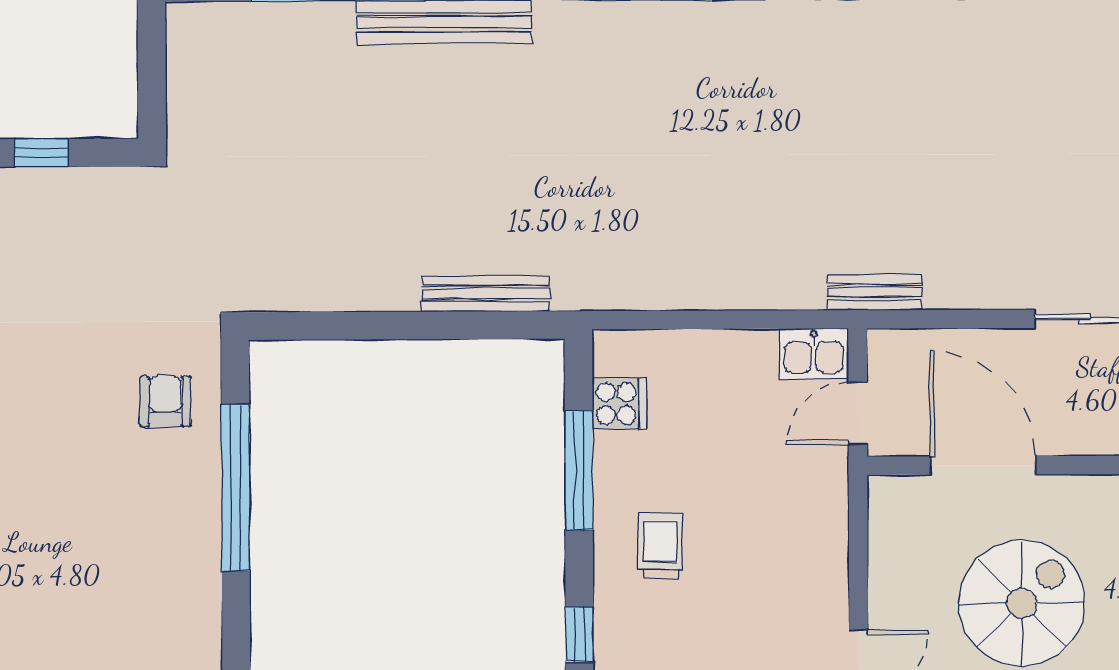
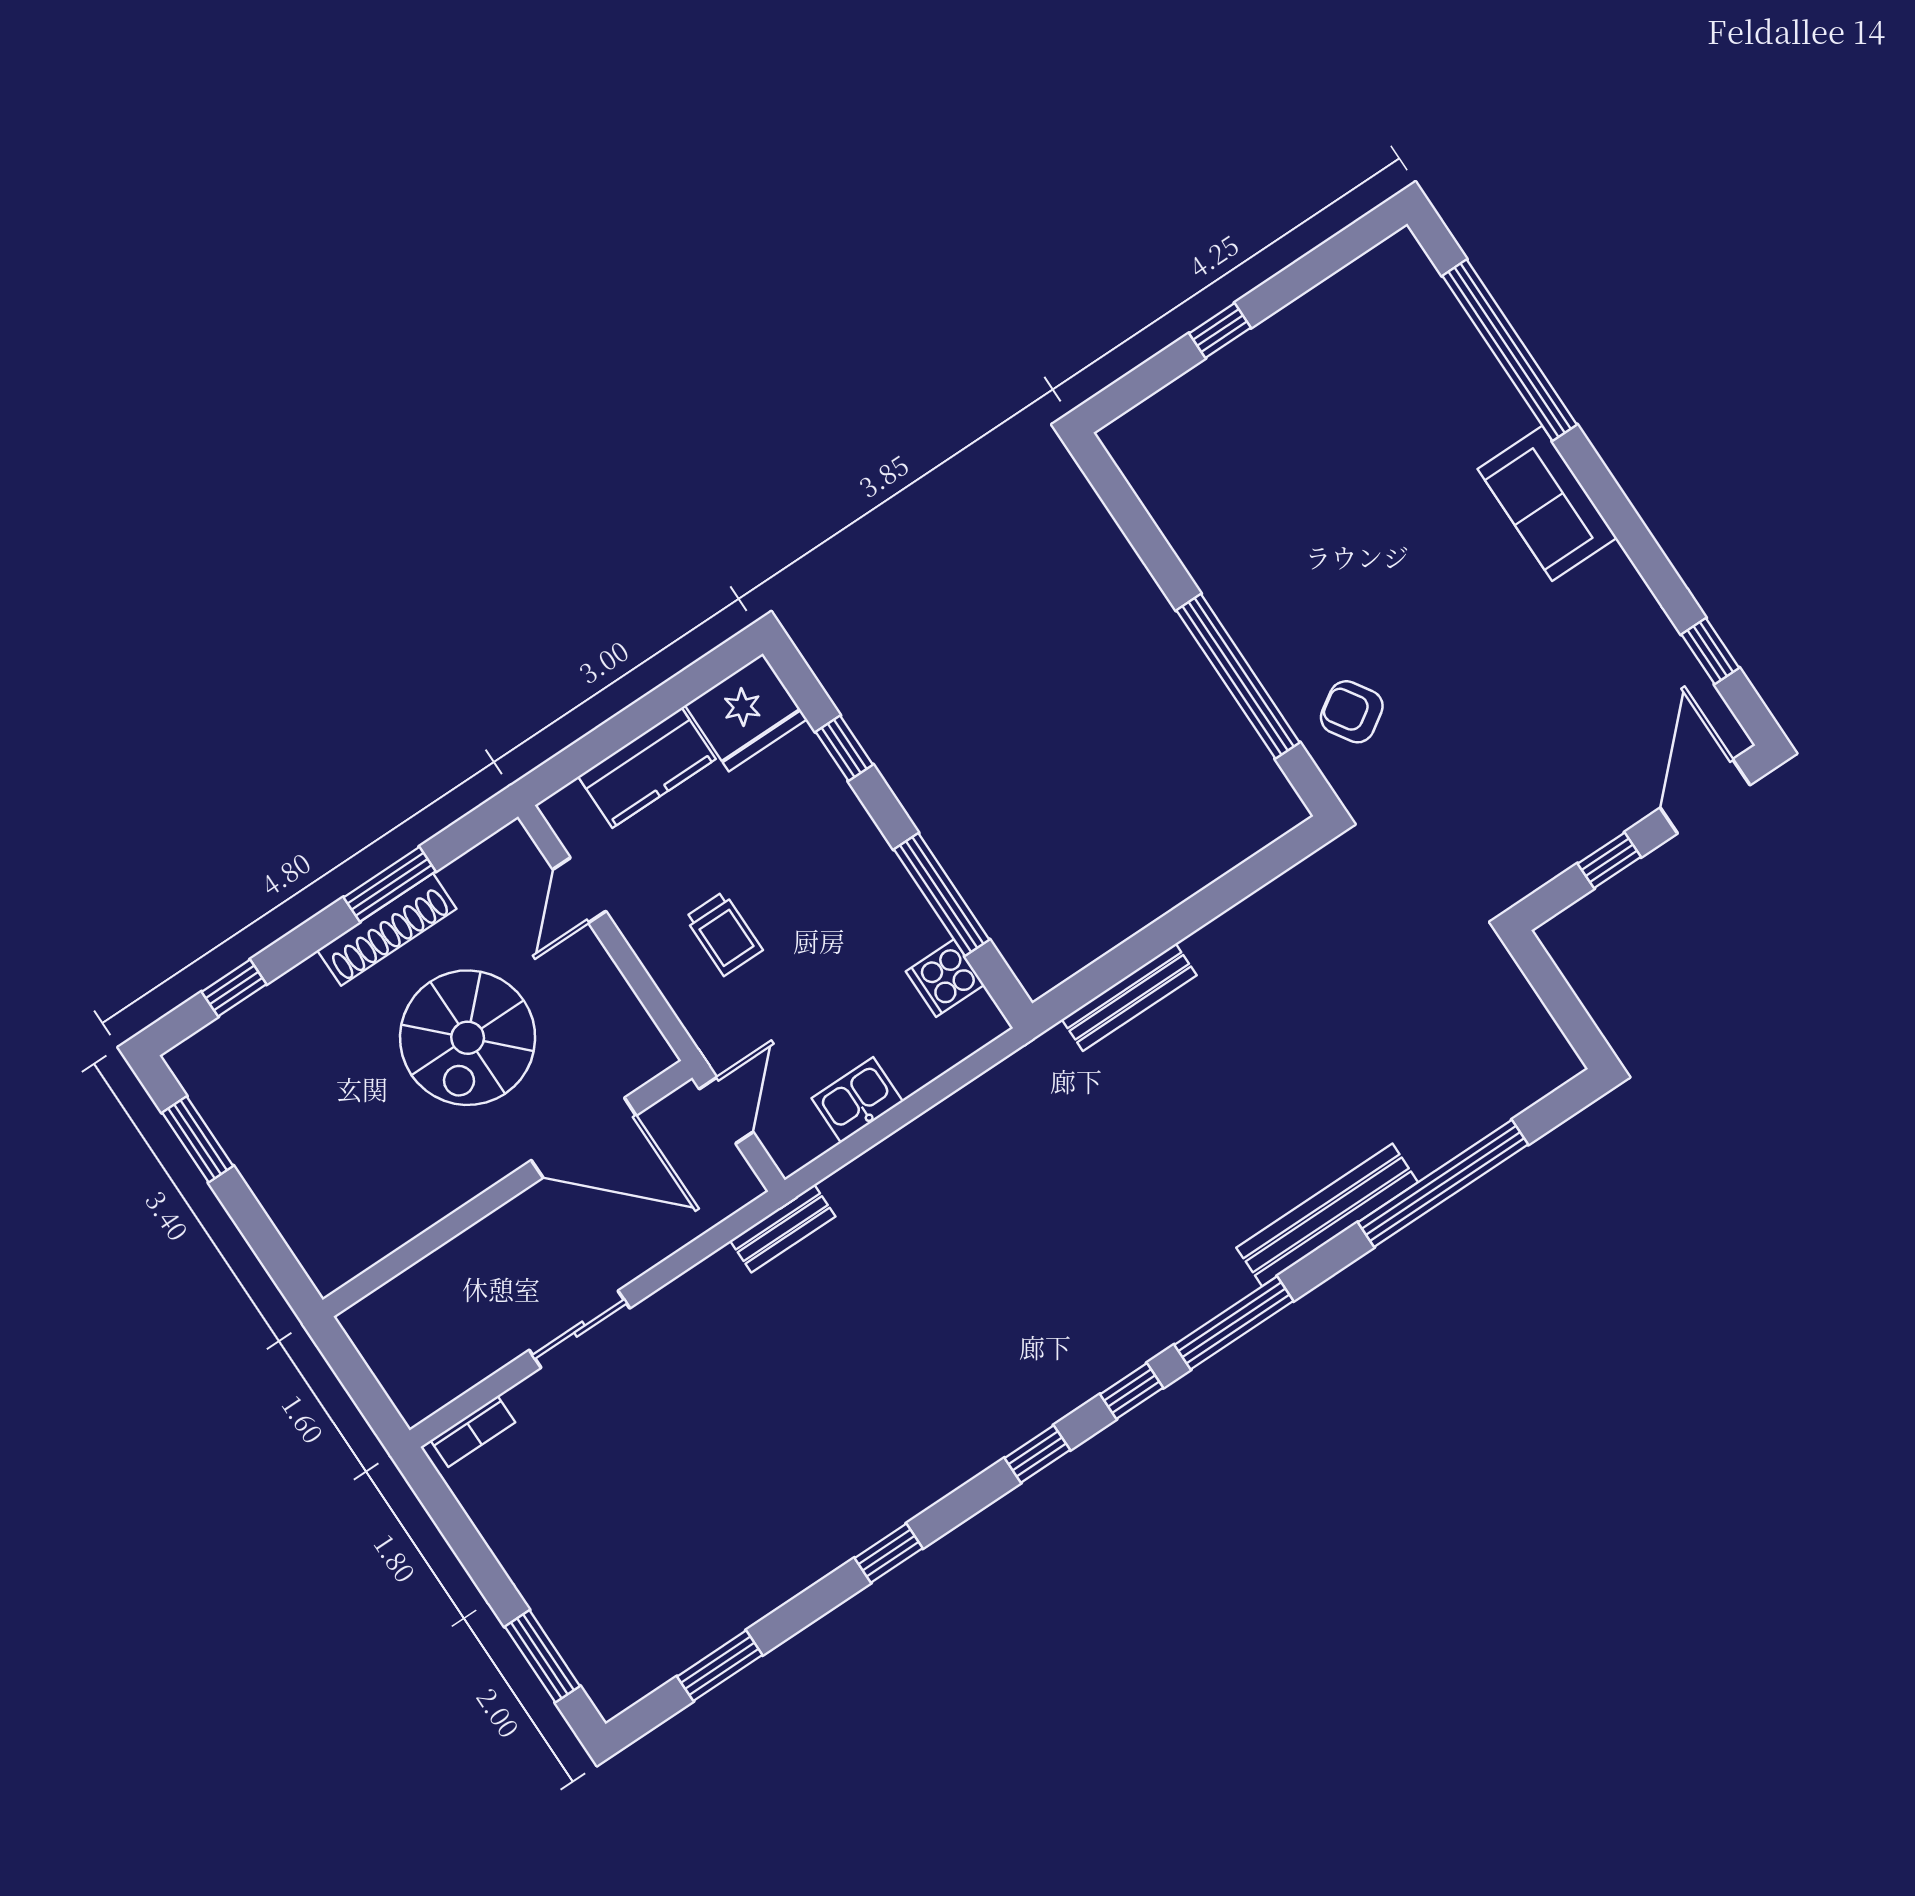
kitchen sink: (814, 354) -> (857, 1100), moved
armchair: (165, 401) -> (1352, 712), turned 147
trolley: (661, 546) -> (724, 934), moved

